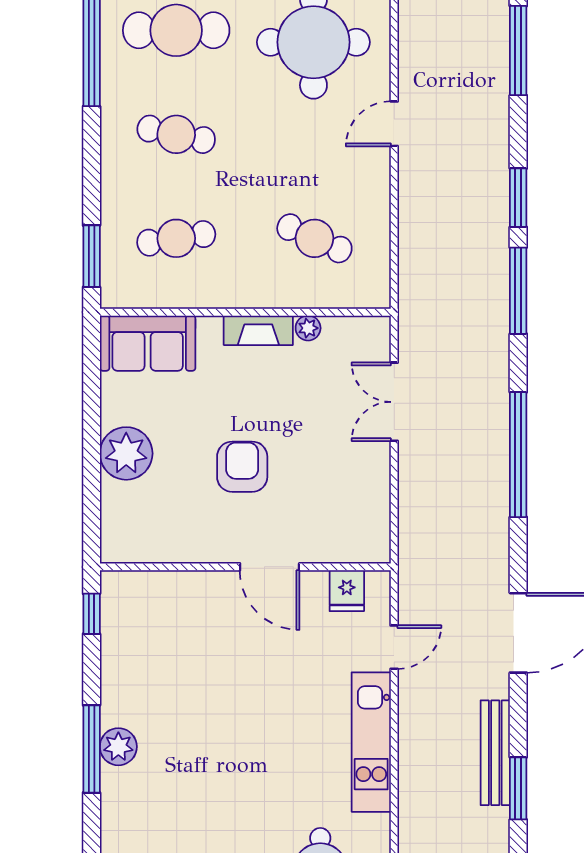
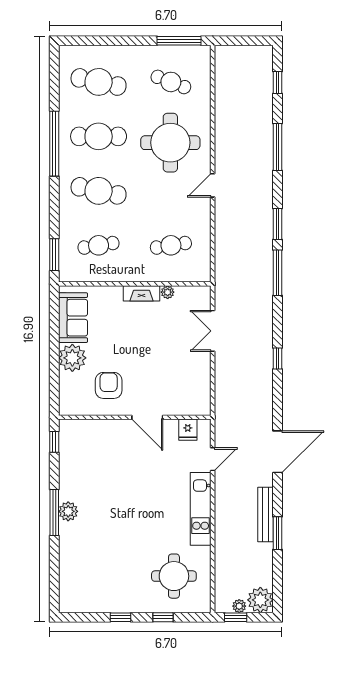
cafe table: (176, 134) -> (99, 191), width x1.37, depth x1.35
cafe table: (314, 238) -> (171, 245), turned -33
sofa: (148, 343) -> (73, 318), moved, turned -90
window: (518, 455) -> (278, 359), width x0.32
armchair: (242, 467) -> (109, 385), moved

